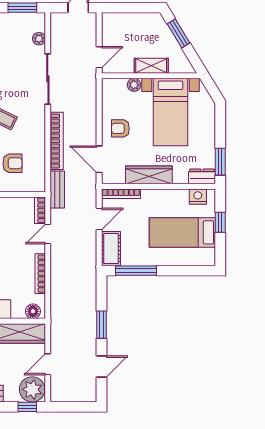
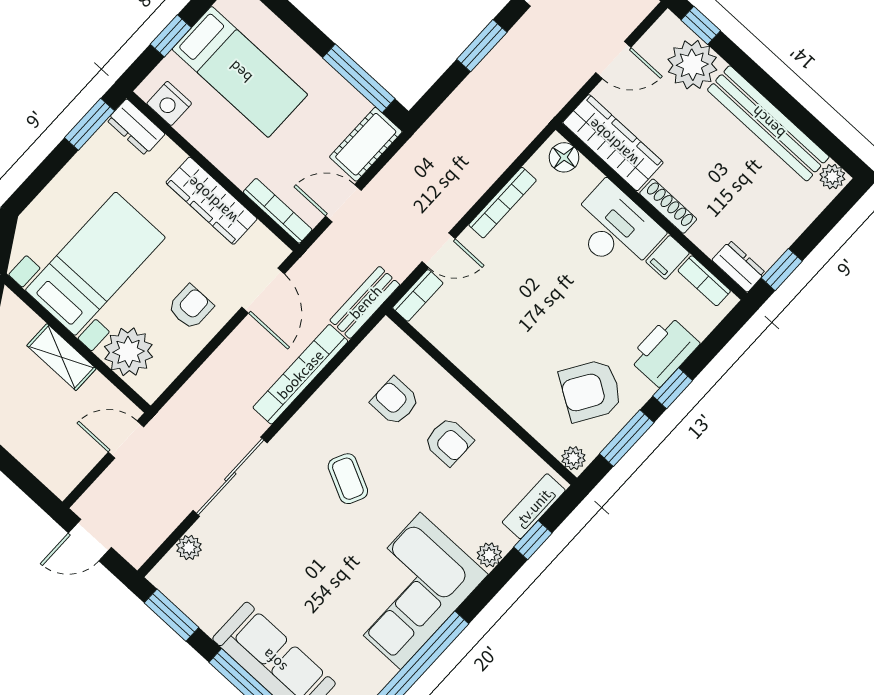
plant: (134, 85) -> (128, 352), width x1.88, depth x1.88
armchair: (120, 128) -> (191, 307), turned -90
plant: (32, 389) -> (692, 65), moved

